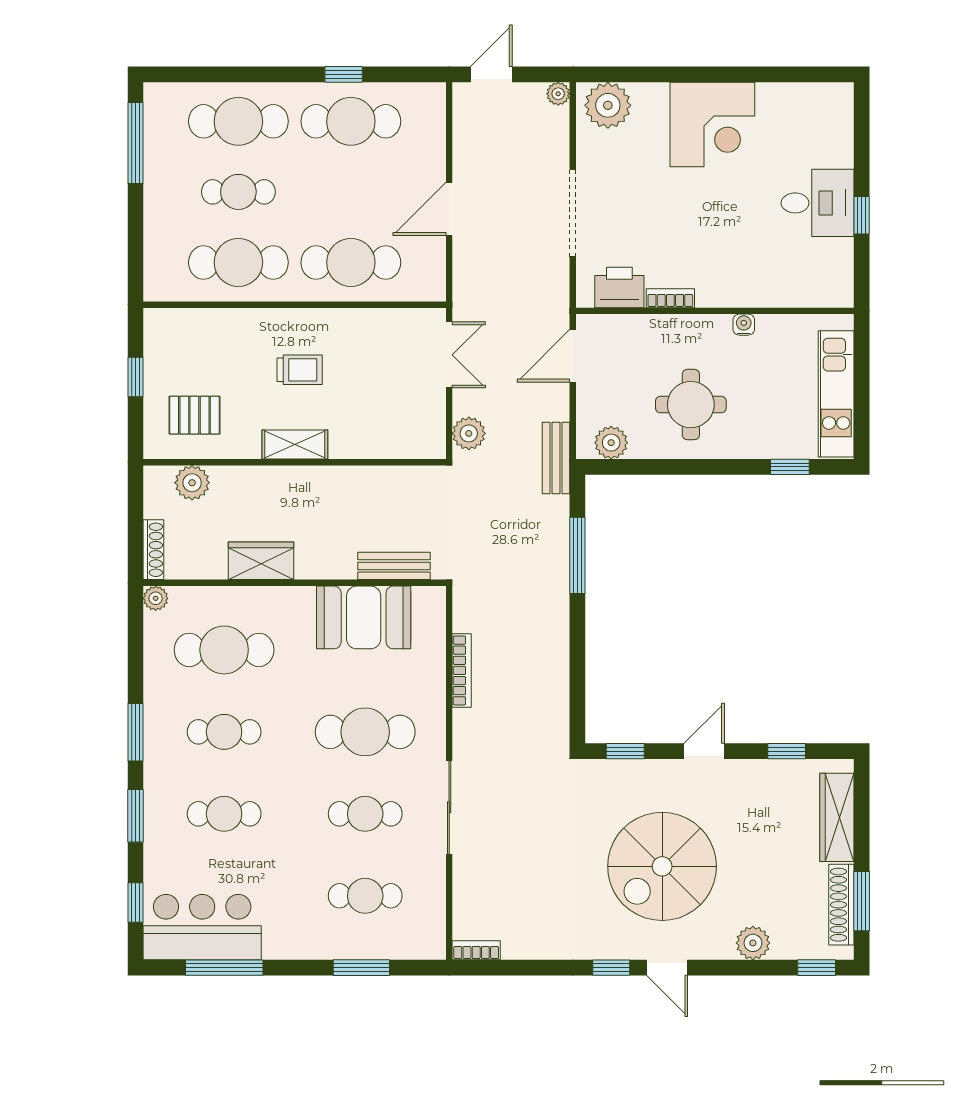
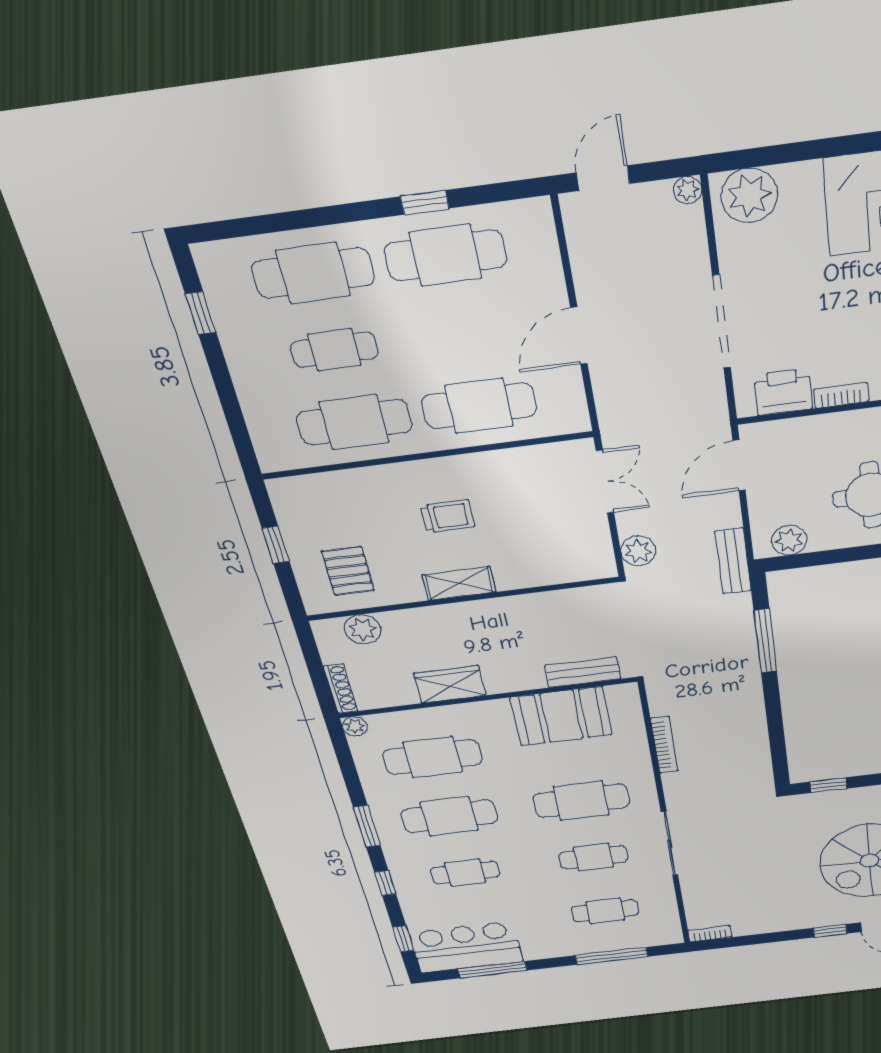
window: (135, 143) -> (201, 313), width x0.46
pallet: (194, 415) -> (348, 571), turned 90
cafe table: (224, 732) -> (449, 816), width x1.37, depth x1.35
window: (135, 816) -> (385, 883), width x0.67
window: (361, 968) -> (612, 956), width x1.44

